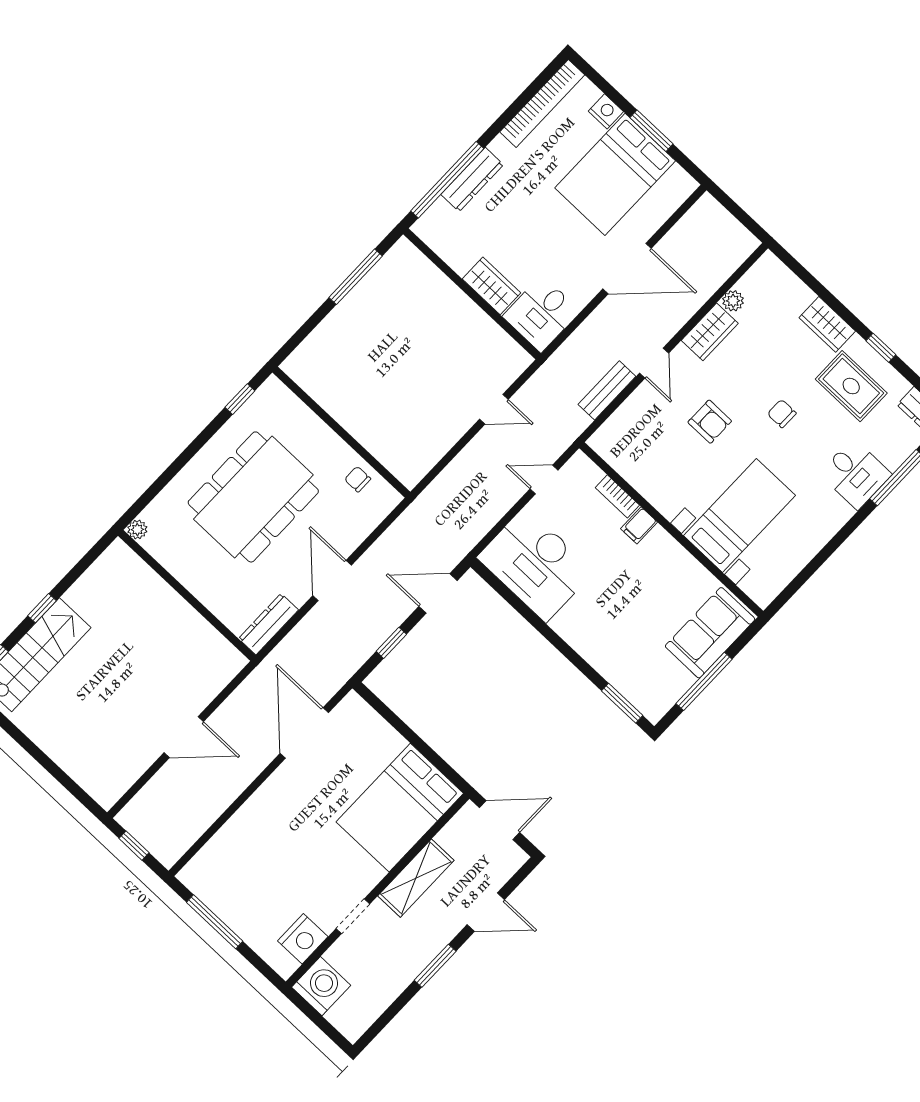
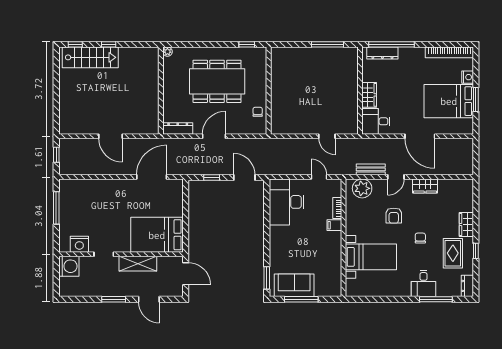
dresser: (472, 180) -> (382, 53), moved
plant: (733, 301) -> (362, 188), moved, width x1.88, depth x1.88
sofa: (710, 633) -> (294, 285), moved

